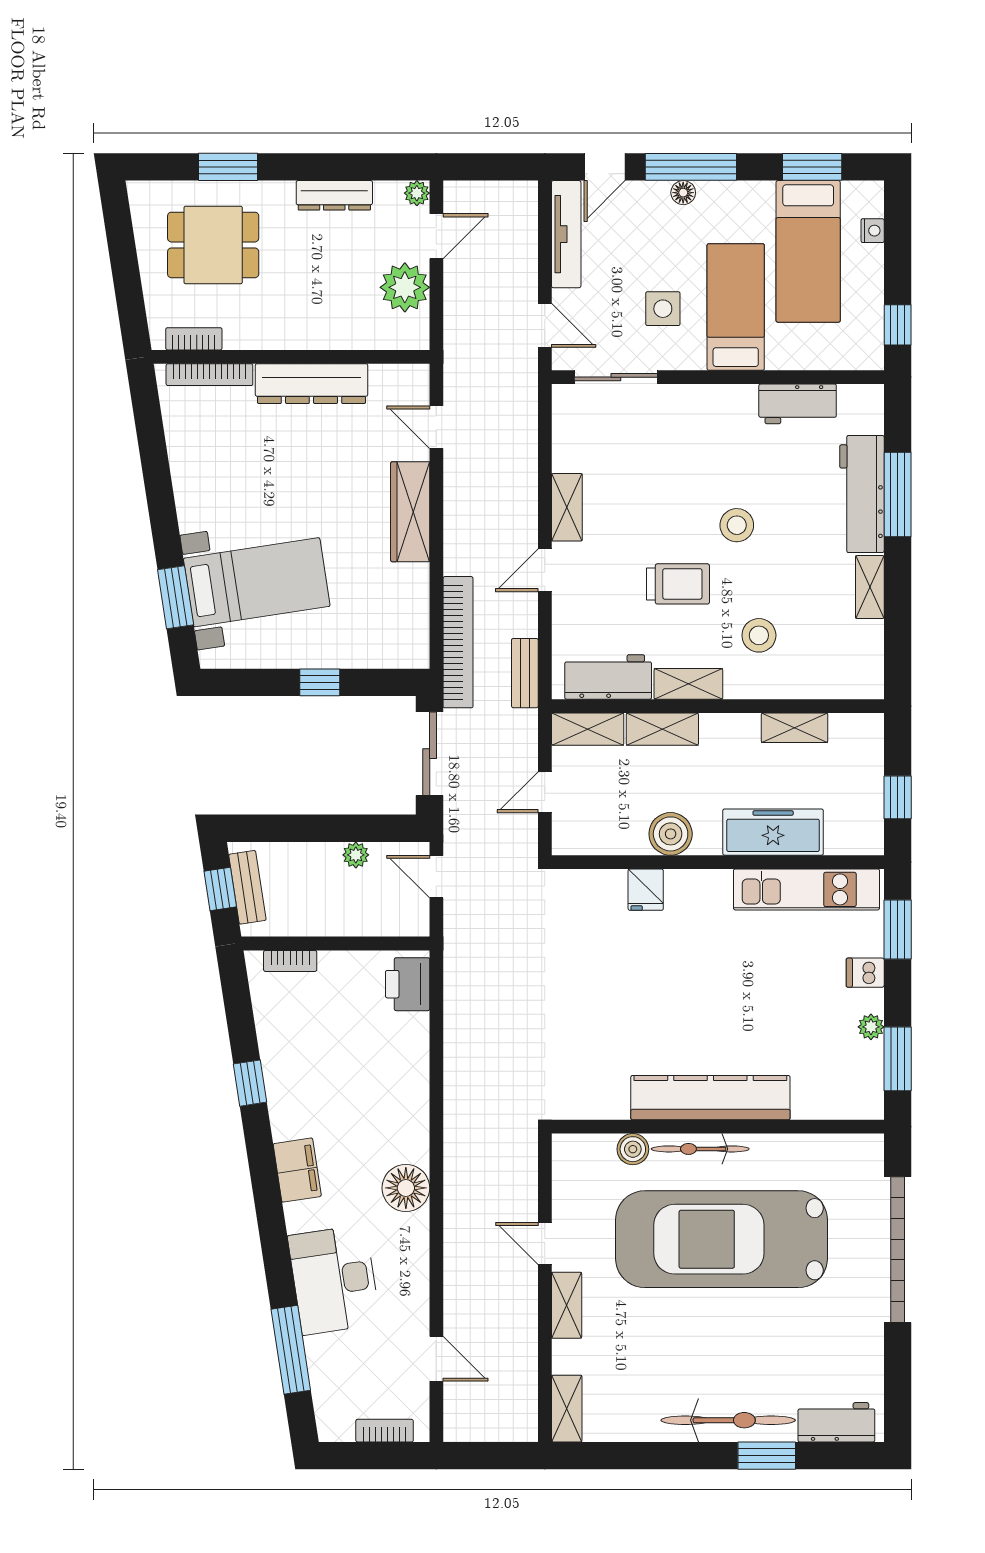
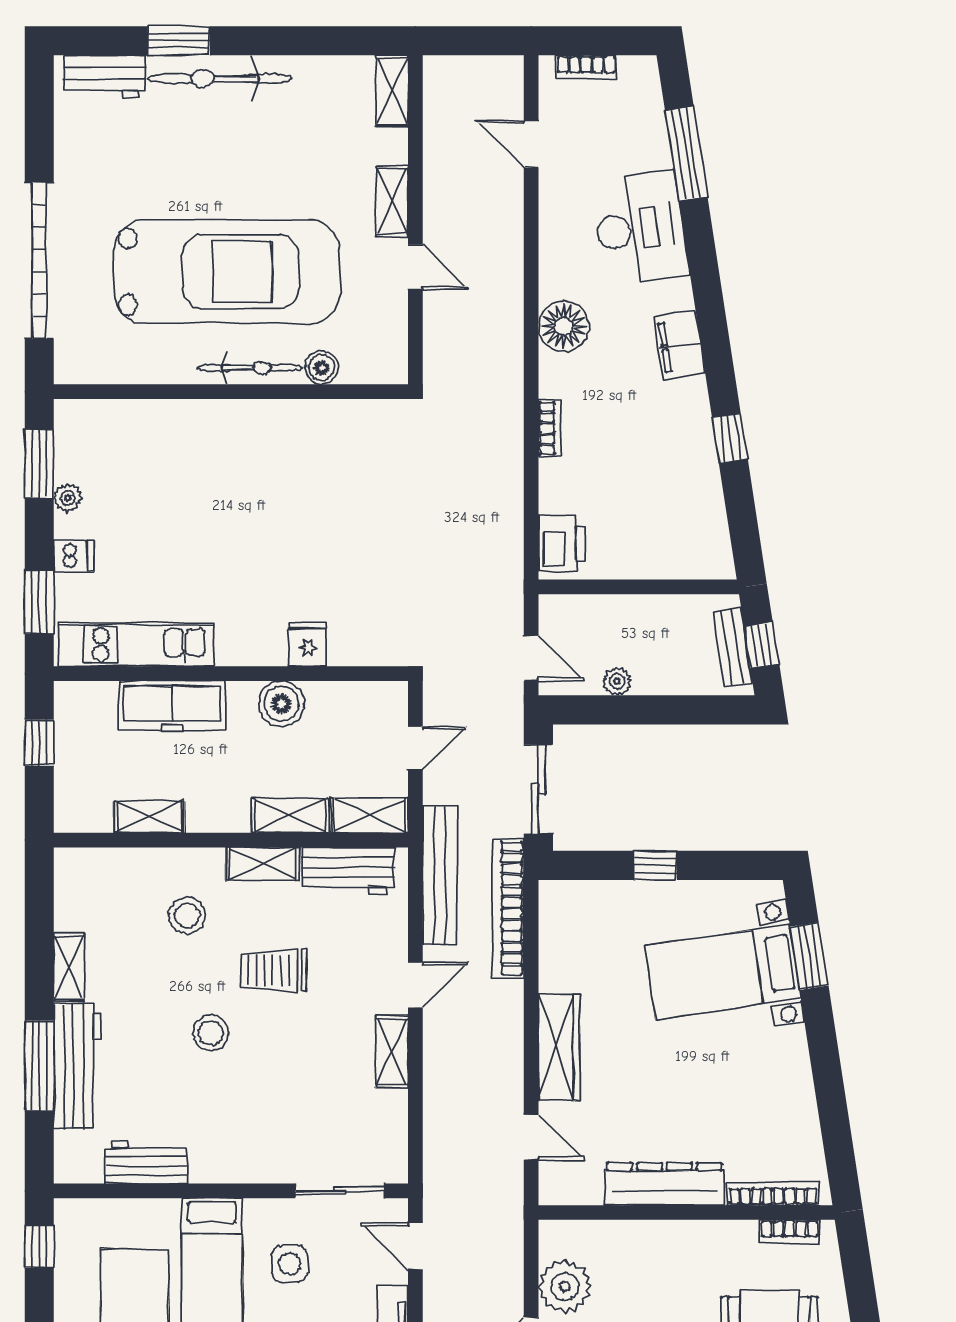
bench: (525, 673) -> (440, 875), width x1.86, depth x1.21
bookcase: (290, 961) -> (550, 428), moved, turned 90
kitchen counter: (710, 1098) -> (239, 423), removed

